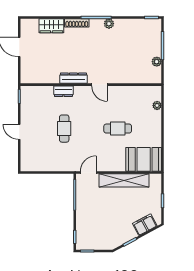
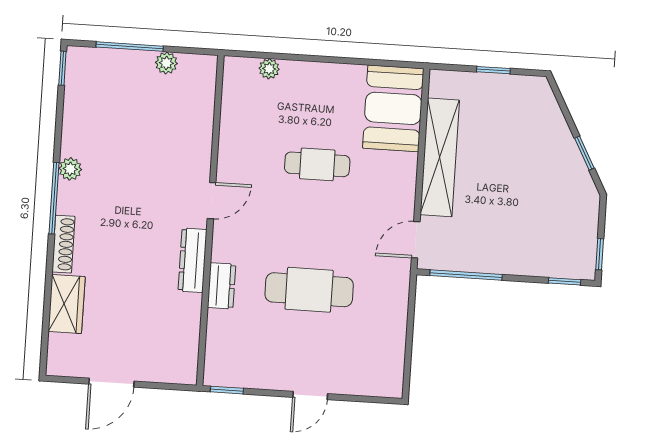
cafe table: (64, 129) -> (309, 290), width x1.37, depth x1.35
cafe table: (118, 129) -> (317, 164), turned 90
door: (88, 172) -> (416, 240), hinge flipped
filing cabinet: (145, 225) -> (547, 116), removed

